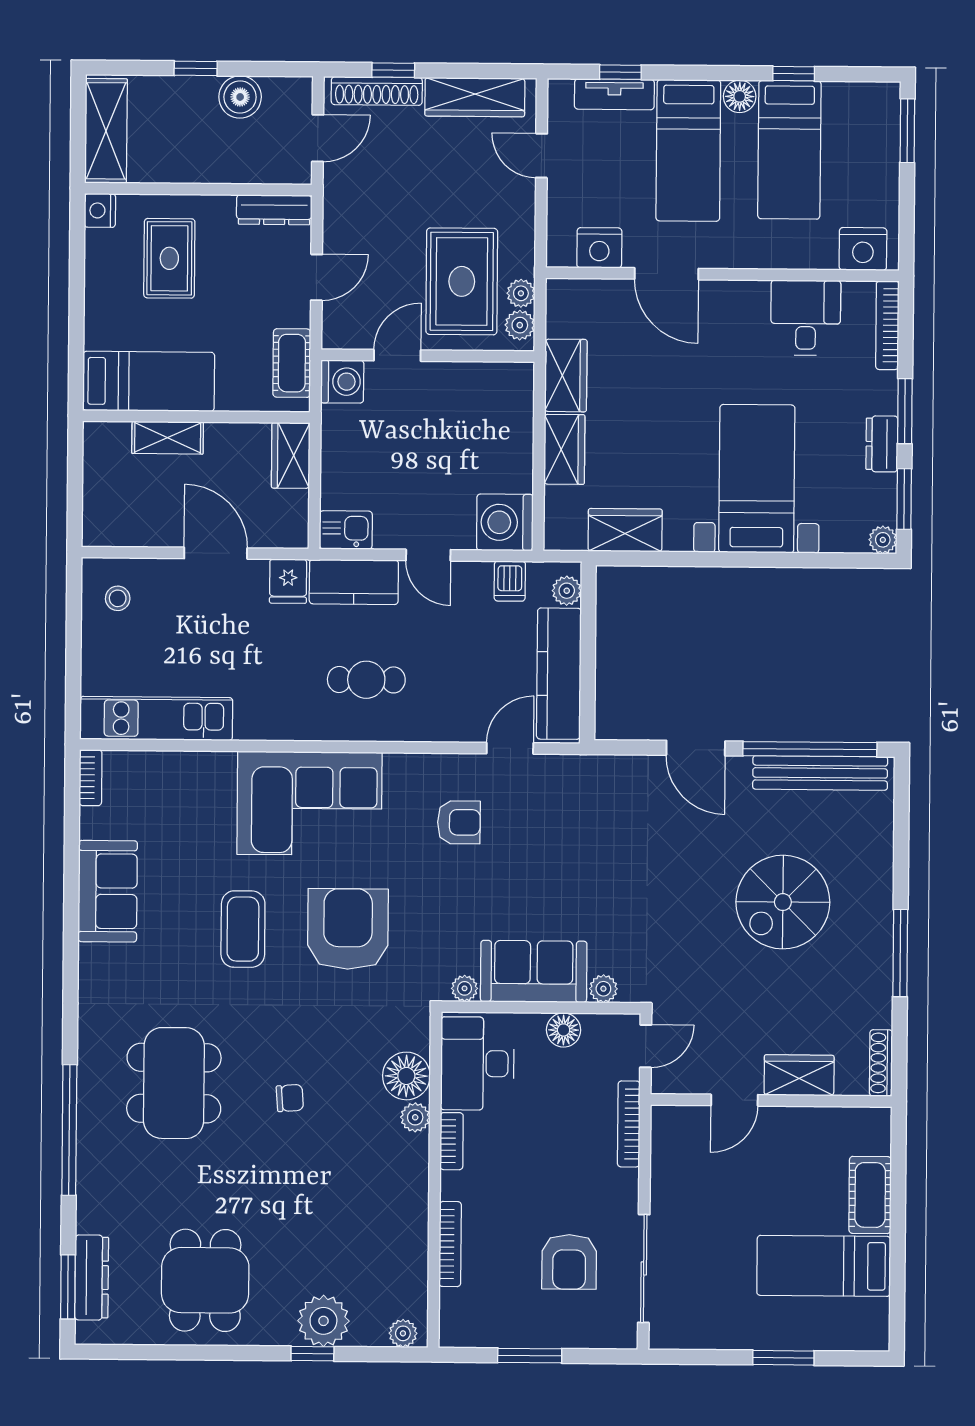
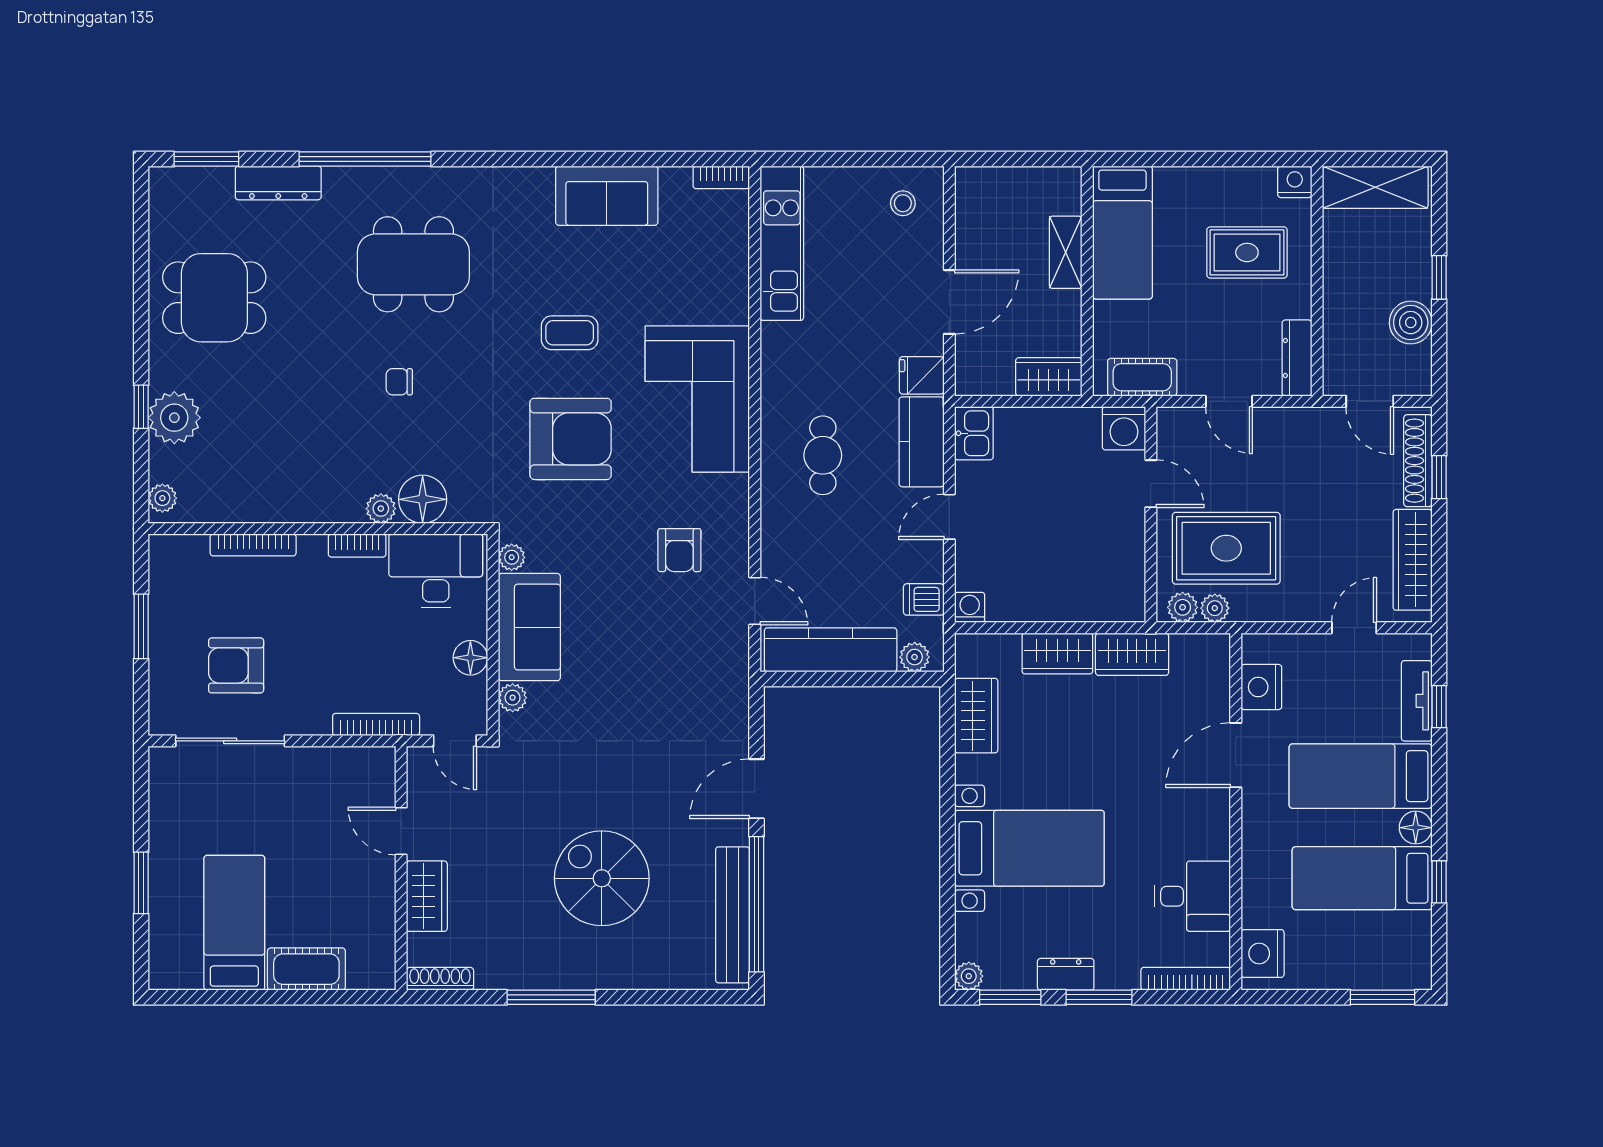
washing machine: (505, 522) -> (970, 607), width x0.53, depth x0.53
coffee table: (243, 929) -> (570, 333), width x0.73, depth x0.77
chair: (290, 1098) -> (399, 382), turned 94
dresser: (92, 1277) -> (278, 183), moved

